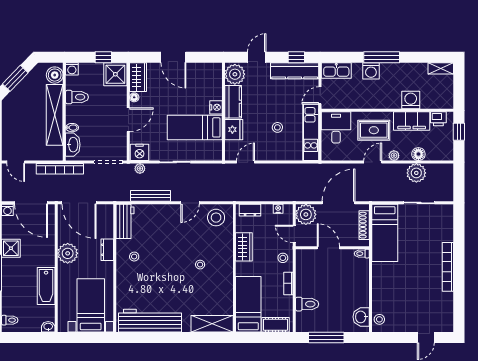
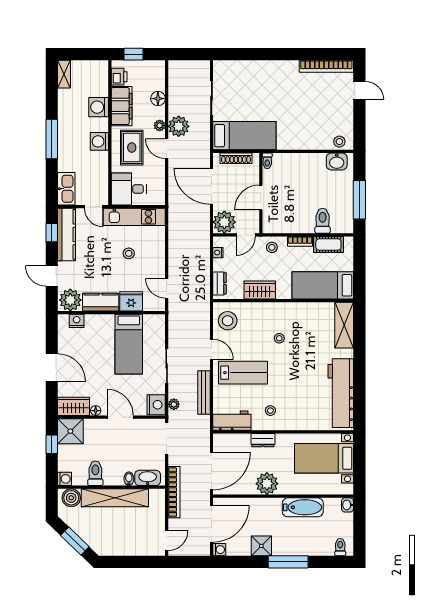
door: (173, 57) -> (52, 368), hinge flipped
washing machine: (371, 71) -> (99, 141), moved, turned 180
nightstand: (216, 107) -> (77, 321), moved
plant: (416, 173) -> (179, 126), moved
lab bench: (169, 232) -> (243, 373), added
bookcase: (448, 267) -> (326, 66), moved
cot: (275, 325) -> (328, 244), moved, turned 90

